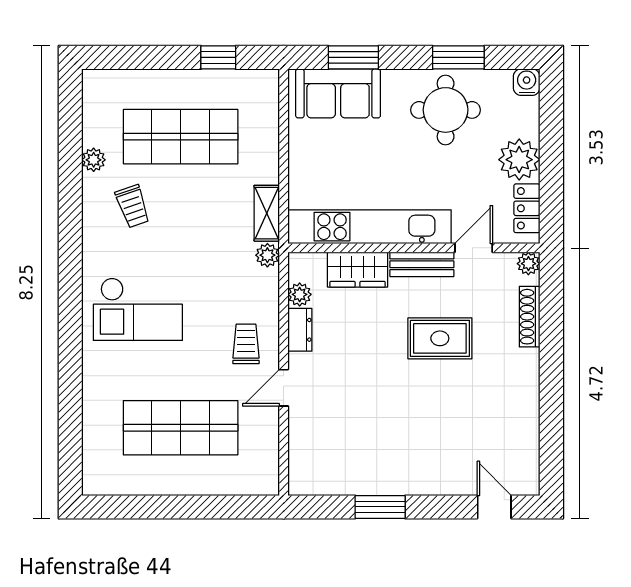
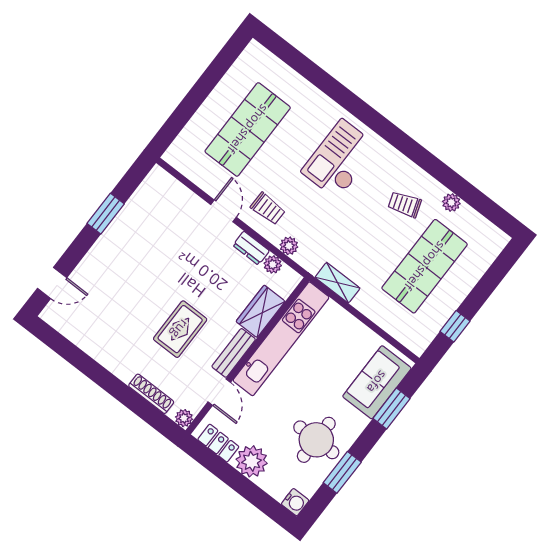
plant: (267, 255) -> (289, 246), moved

